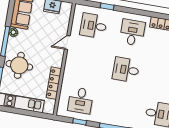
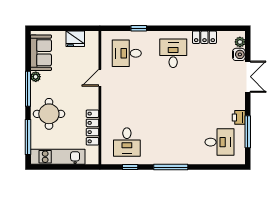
desk: (126, 70) -> (173, 98), removed

